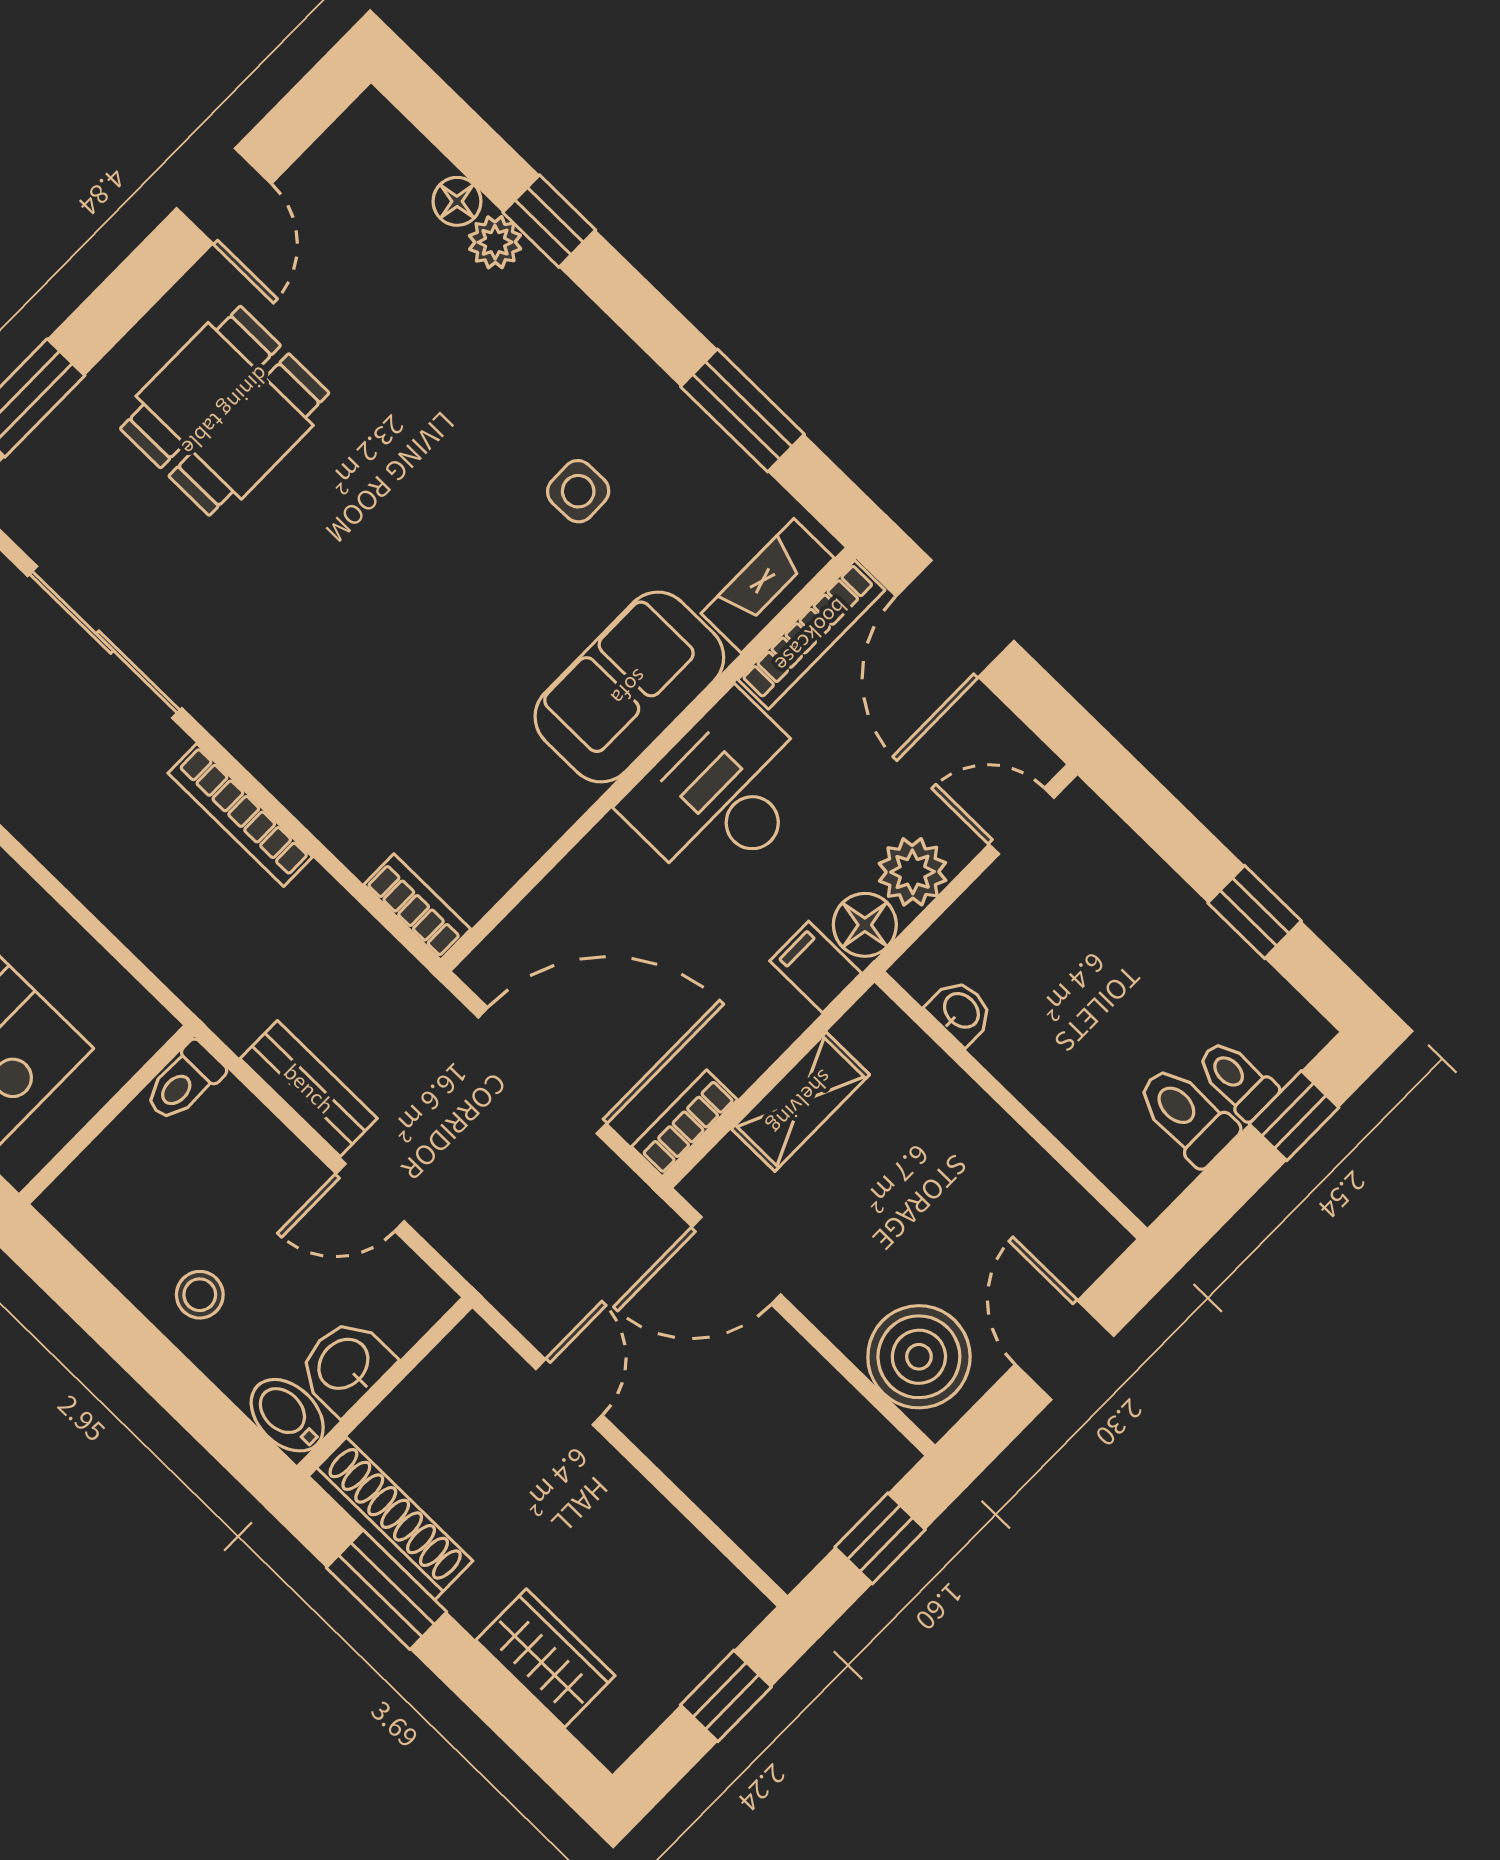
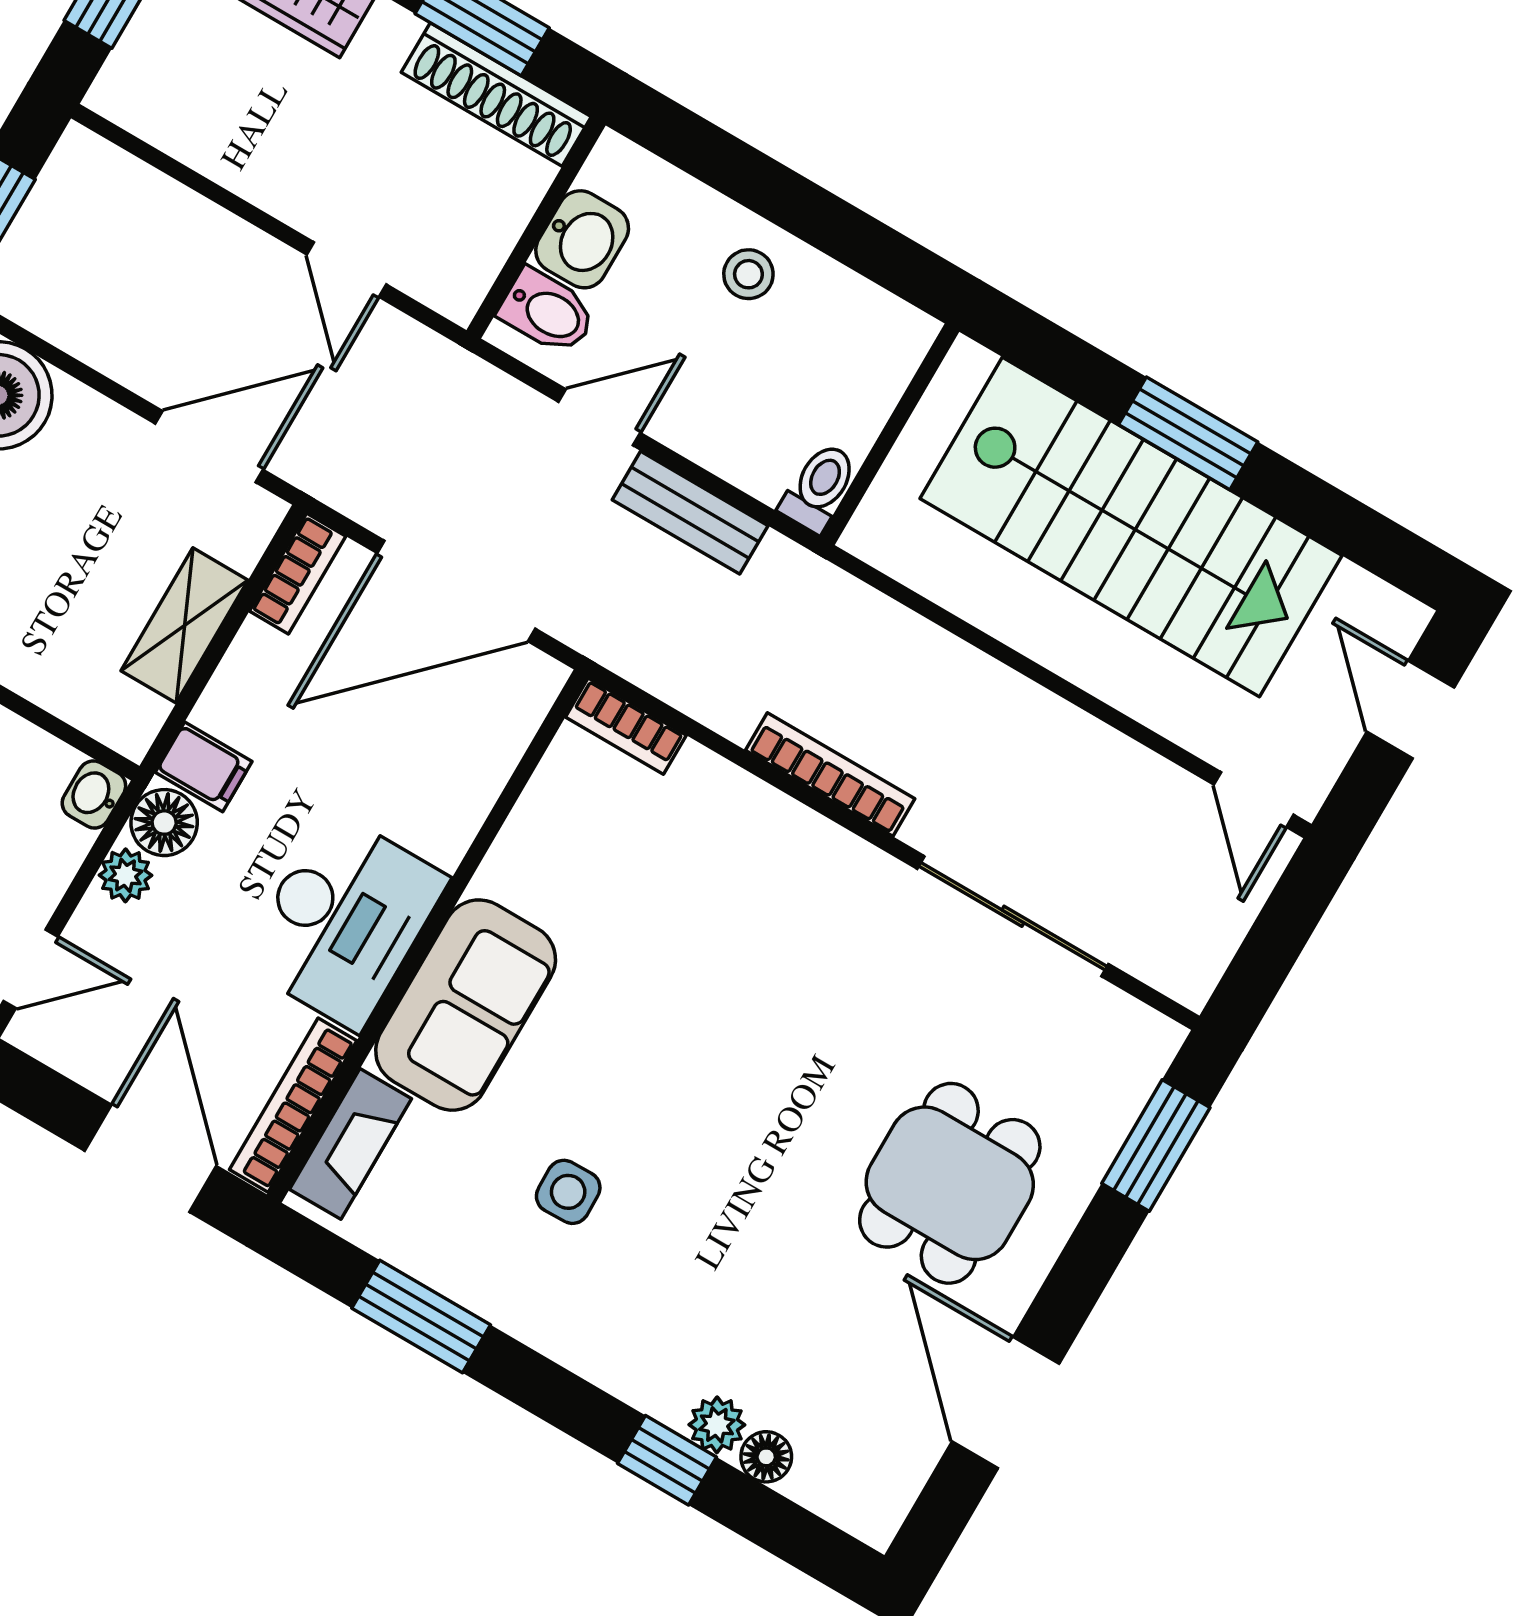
door: (224, 196) -> (1006, 1403), width x1.38
plant: (913, 872) -> (125, 875), width x0.73, depth x0.73
washbasin: (960, 1011) -> (94, 794), moved, turned 90
bidet: (287, 1415) -> (548, 312), moved

